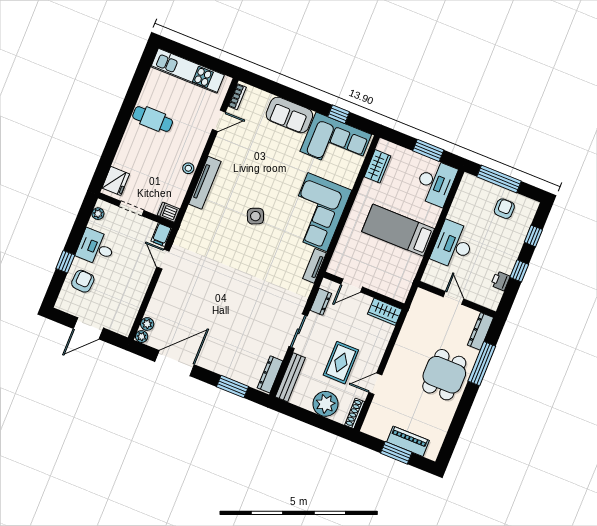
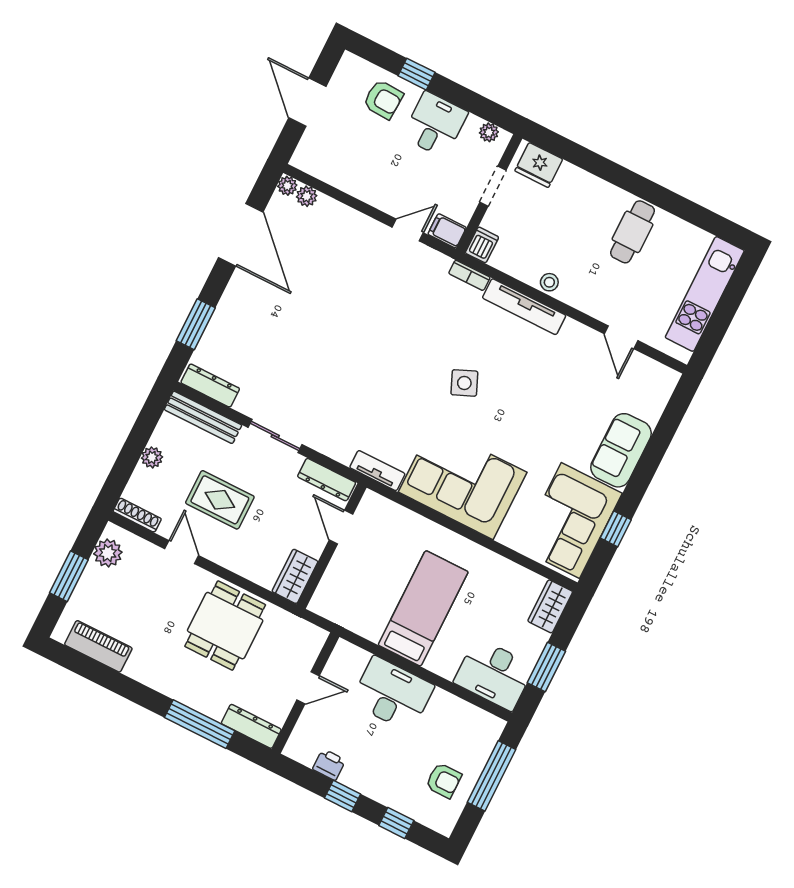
bookcase: (237, 97) -> (469, 275), moved
wardrobe: (377, 166) -> (550, 606), moved, turned 90
dresser: (321, 302) -> (327, 480), width x1.44
dining table: (444, 375) -> (225, 626), moved, turned 90
plant: (325, 404) -> (152, 457), width x0.53, depth x0.53
plant: (380, 430) -> (108, 553), added
piano: (408, 441) -> (98, 646), moved, turned -90

